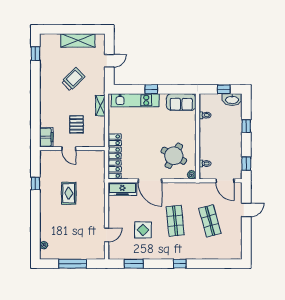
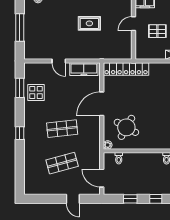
window: (246, 164) -> (130, 199), moved
door: (225, 181) -> (102, 178), hinge flipped
freezer: (122, 189) -> (84, 69), moved, turned -90
display table: (143, 230) -> (36, 92), moved
door: (107, 235) -> (59, 61), moved

